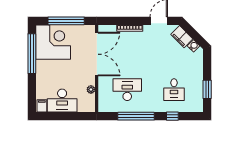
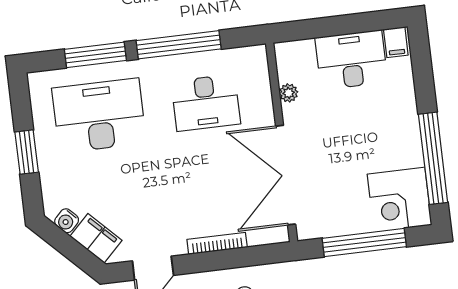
corner desk: (53, 42) -> (399, 200), width x0.74, depth x0.74
window: (207, 89) -> (27, 152), moved
desk: (174, 90) -> (99, 116), width x1.87, depth x1.30
window: (172, 116) -> (95, 55), width x2.17

